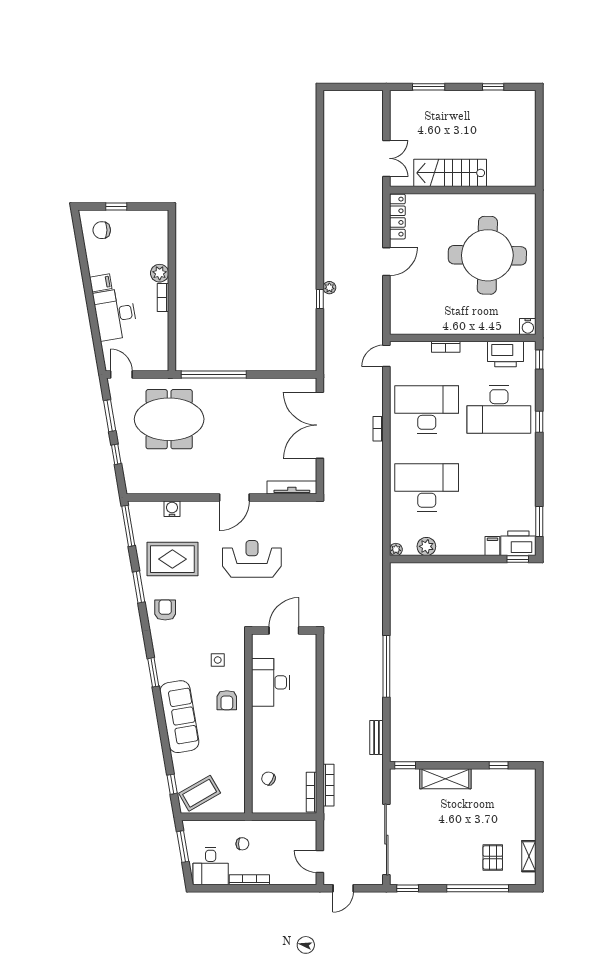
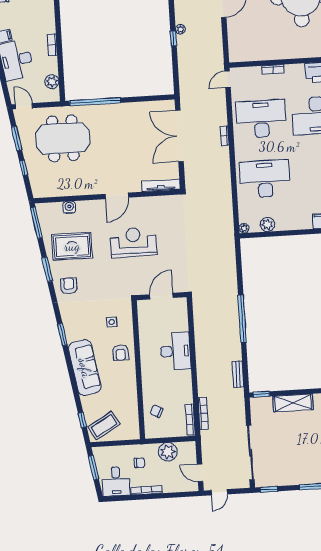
plant: (160, 273) -> (52, 82), moved
desk: (271, 682) -> (175, 351), moved, turned 180
plant: (280, 832) -> (168, 452), added

